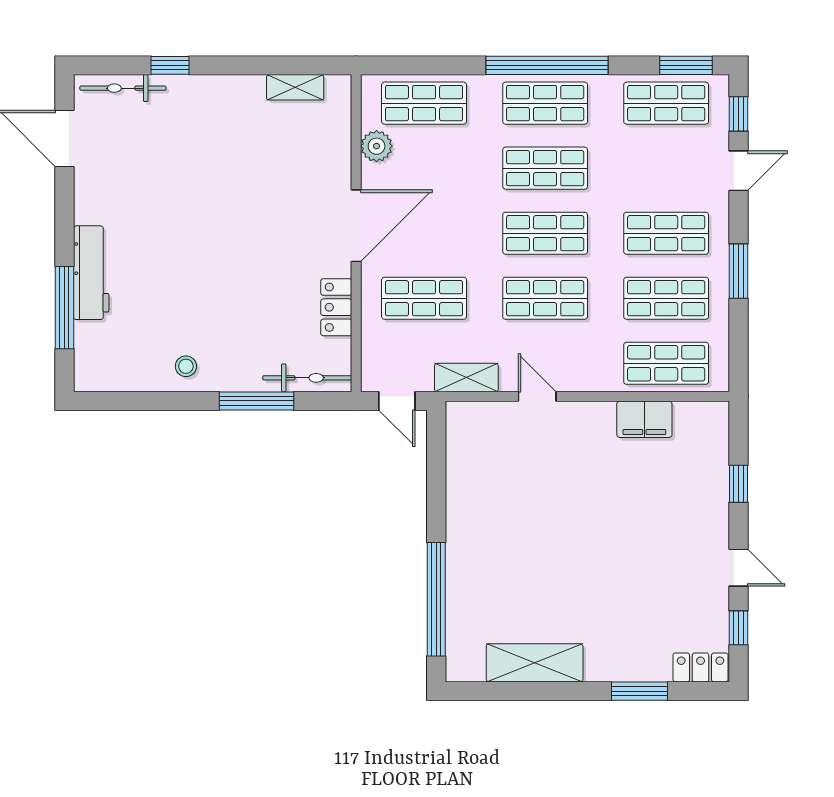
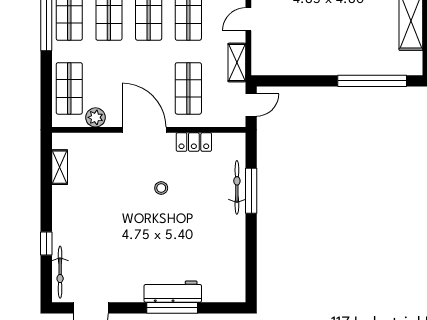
window: (64, 308) -> (172, 308), moved
stool: (186, 366) -> (161, 188), moved
bicycle: (307, 378) -> (237, 187), moved

